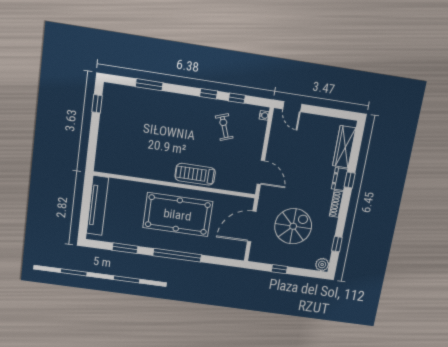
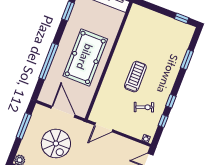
treadmill: (195, 174) -> (135, 77), moved
window: (177, 255) -> (49, 61), moved
window: (279, 269) -> (24, 126), width x2.17

